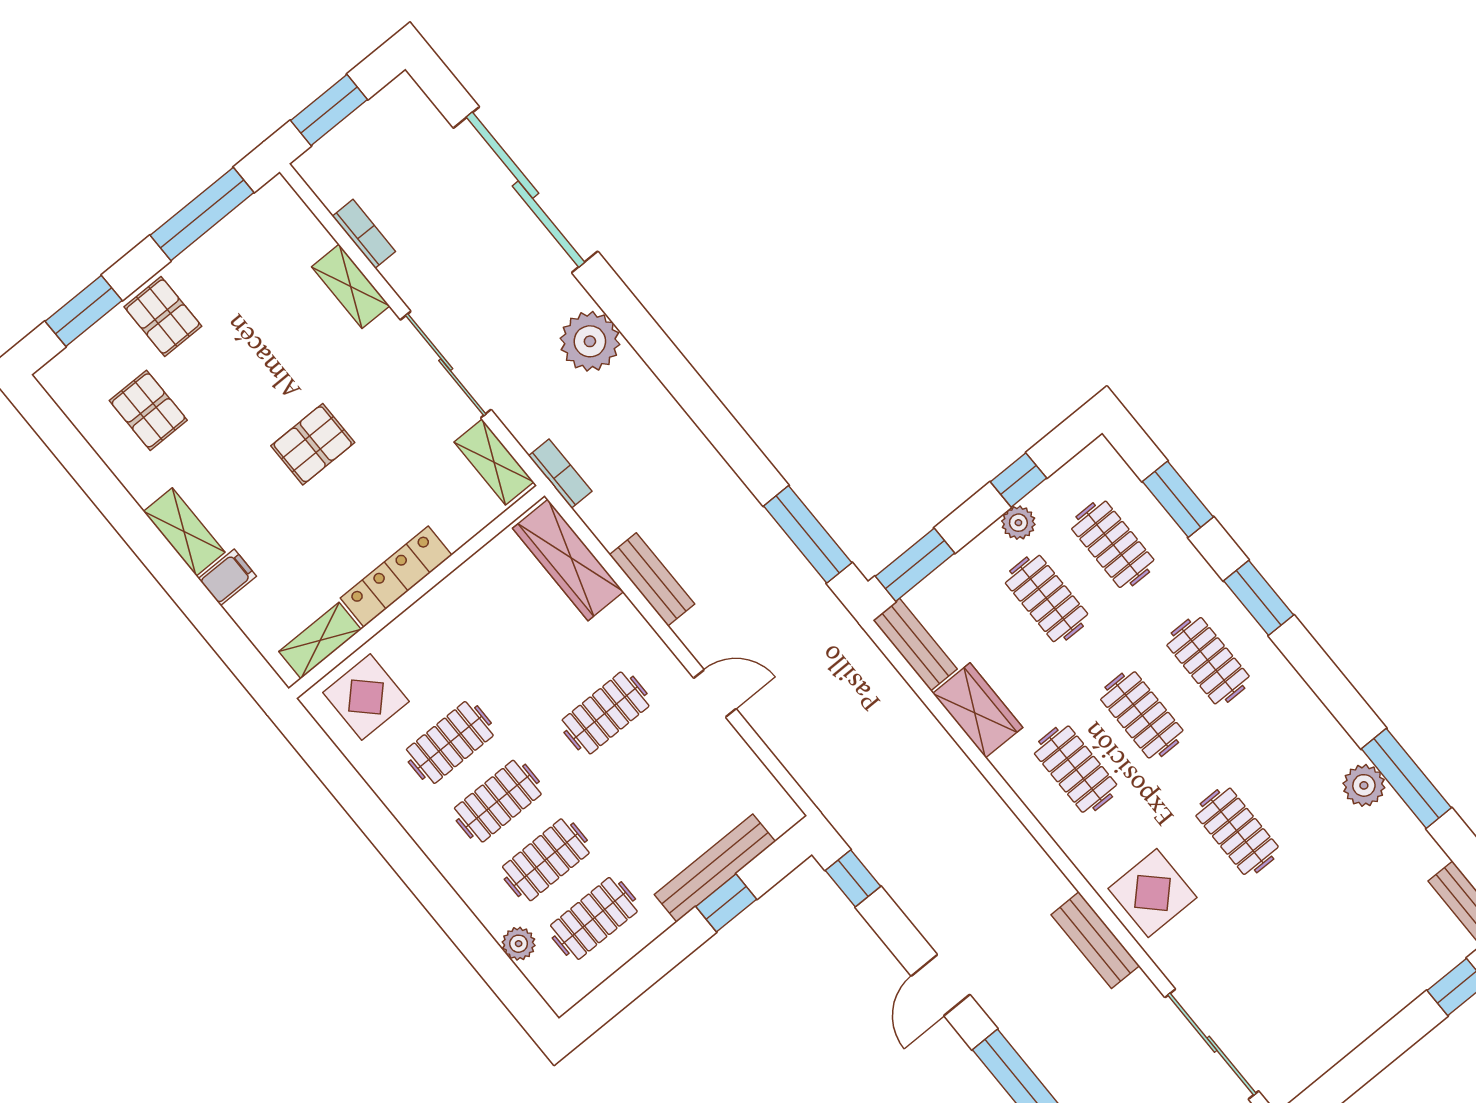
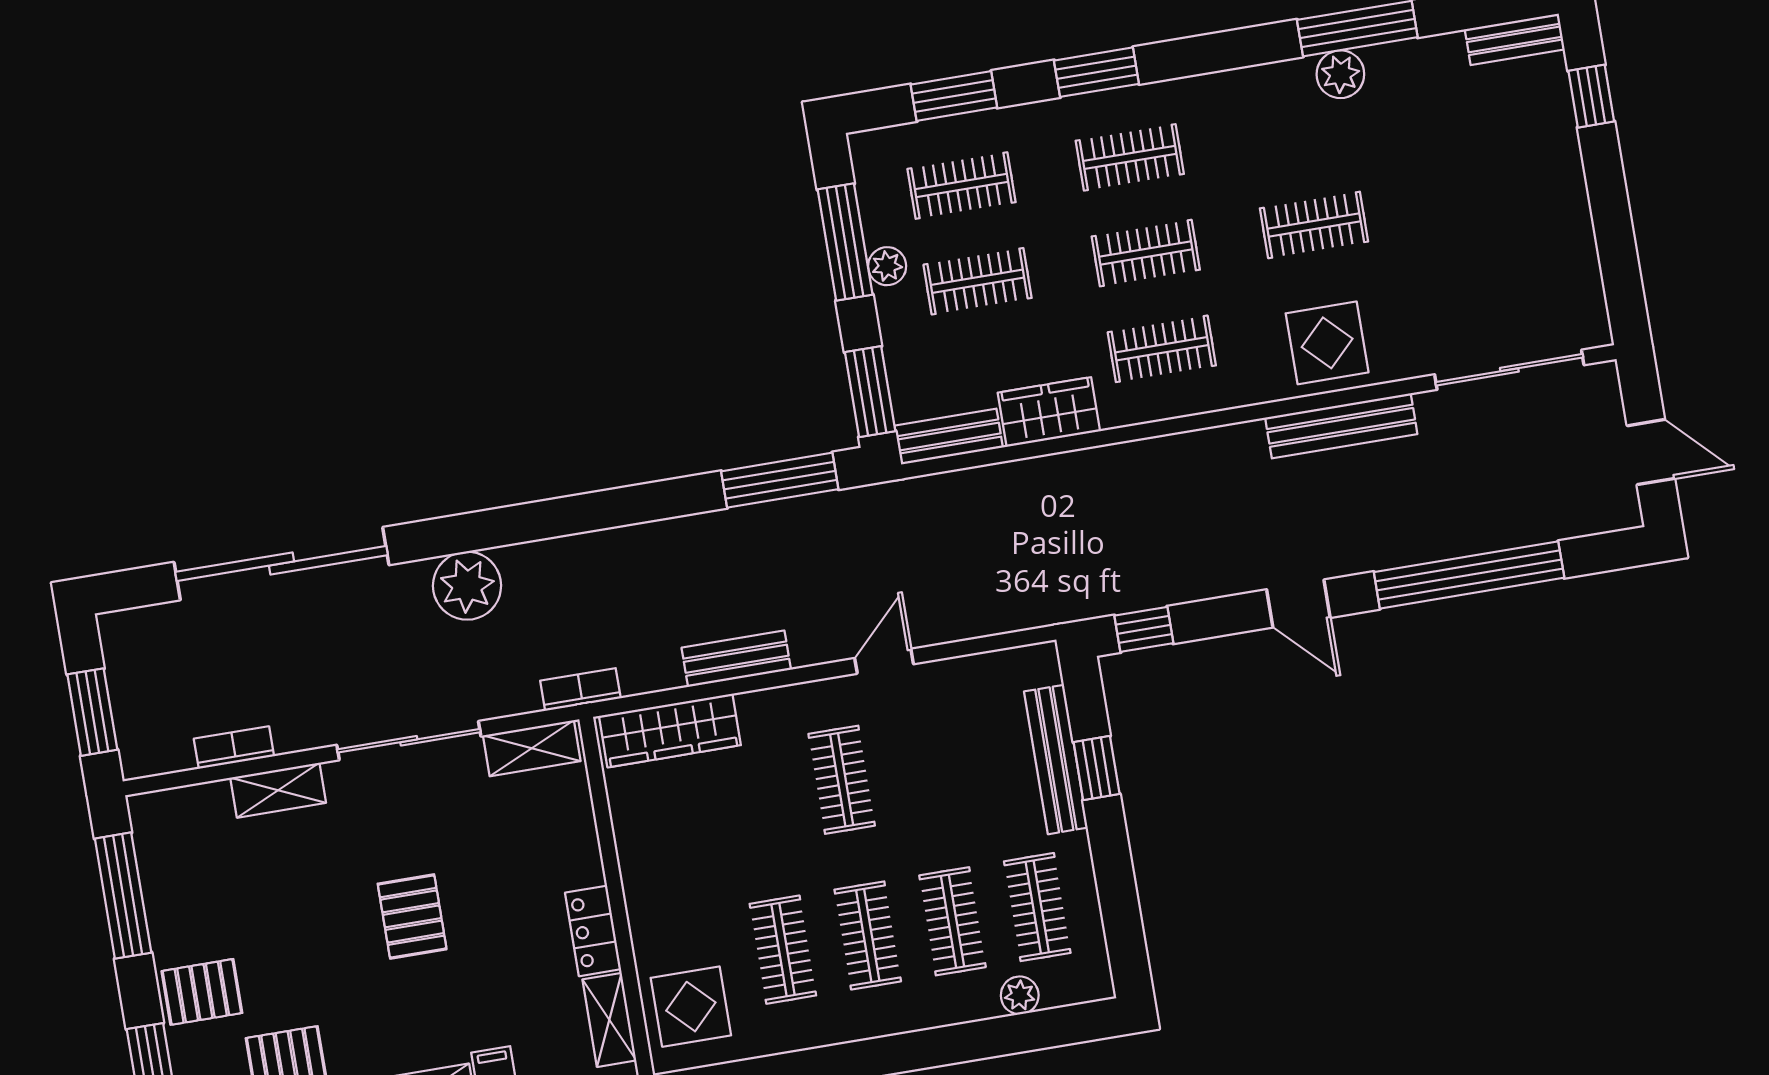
window: (1019, 480) -> (845, 242), width x2.17
locker: (396, 577) -> (593, 931), width x0.66
bench: (1095, 940) -> (1341, 426), width x1.36

